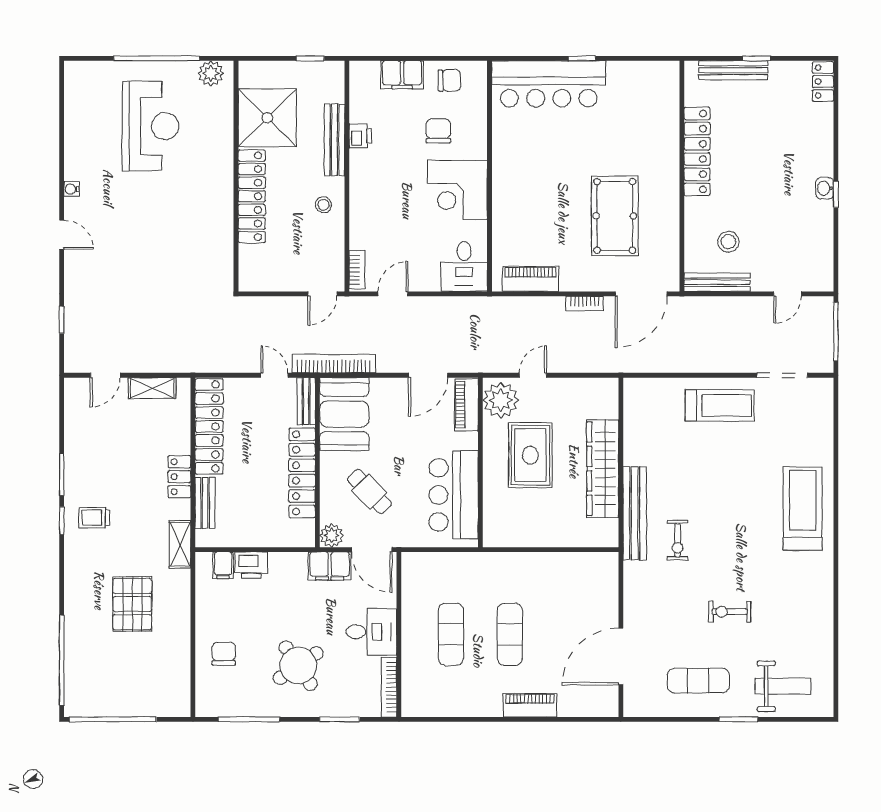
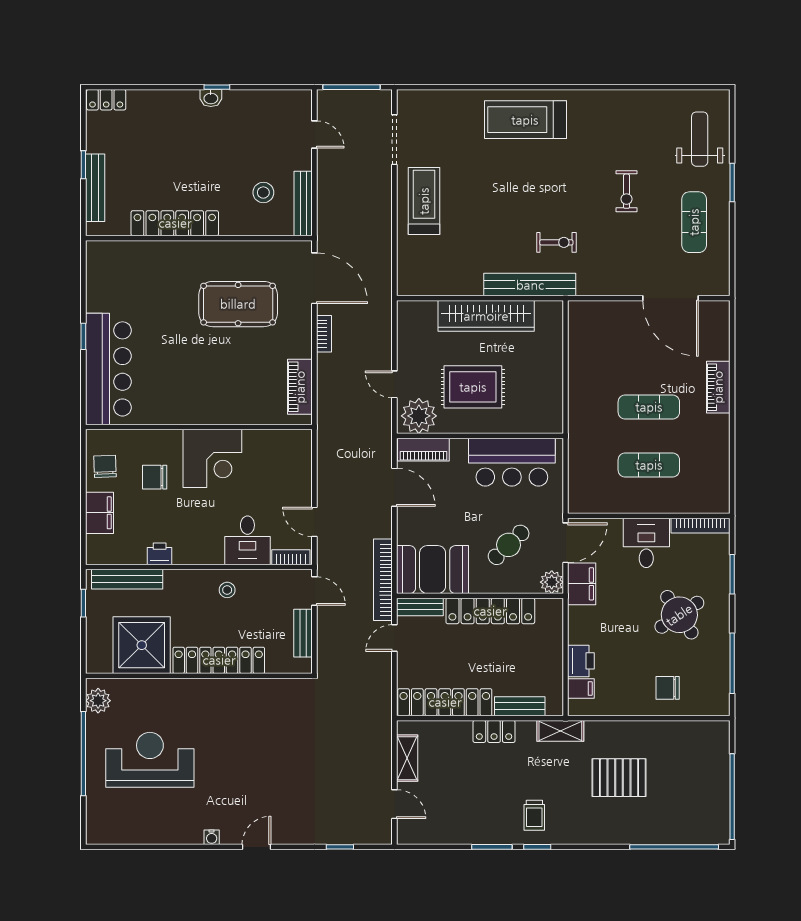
bench: (335, 140) -> (127, 579), moved
desk: (464, 267) -> (247, 540), moved, turned 90
bench: (279, 282) -> (303, 633), added

